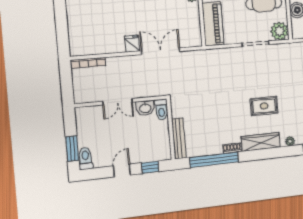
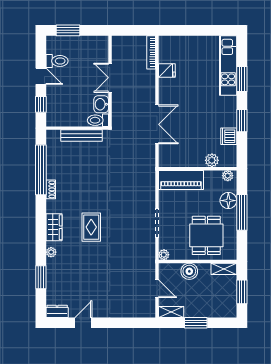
plant: (280, 31) -> (164, 255), width x0.53, depth x0.53
fridge: (132, 44) -> (167, 70), moved
bench: (179, 138) -> (81, 136), moved
wardrobe: (261, 142) -> (54, 227), width x0.67
toilet: (85, 158) -> (57, 61), moved

